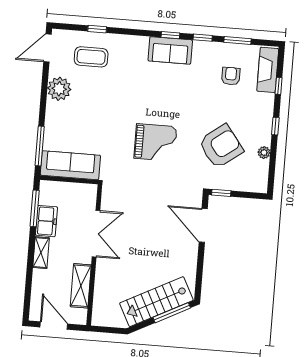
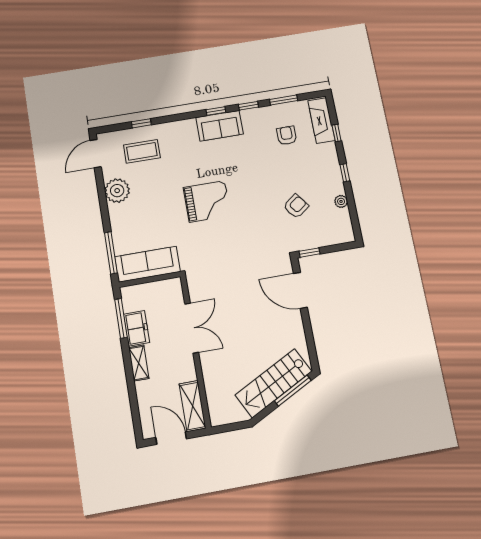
grand piano: (155, 143) -> (207, 201), moved
armchair: (221, 146) -> (296, 206), width x0.53, depth x0.53
shelving: (81, 286) -> (193, 406), moved

